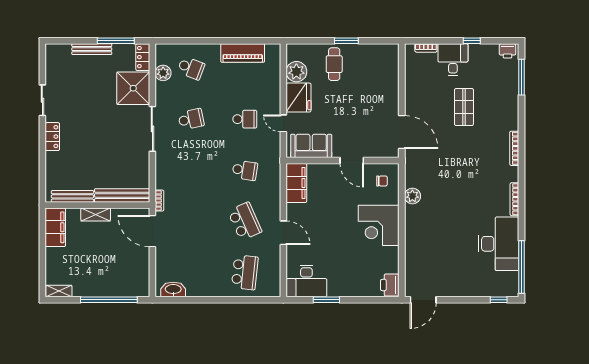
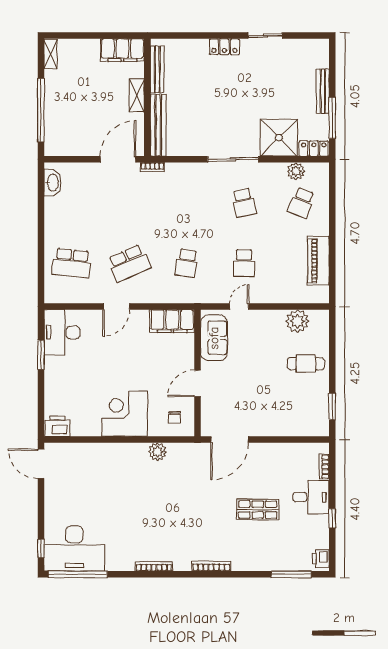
window: (346, 41) -> (332, 406), moved
fridge: (298, 98) -> (268, 324), removed
desk: (499, 244) -> (74, 549), moved

